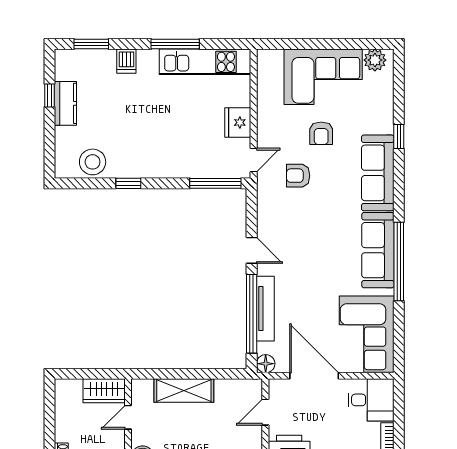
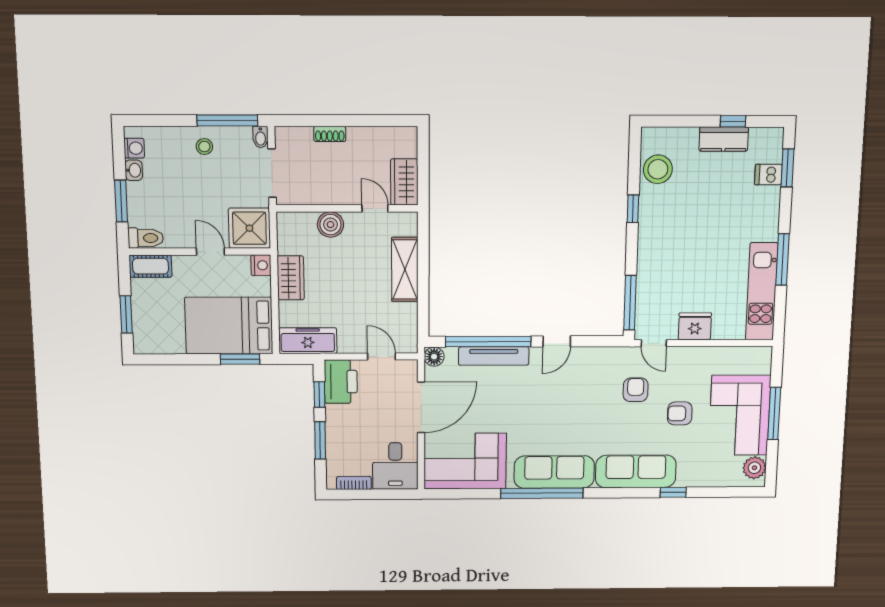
window: (322, 44) -> (774, 413), added
dishwasher: (126, 61) -> (768, 174), moved

